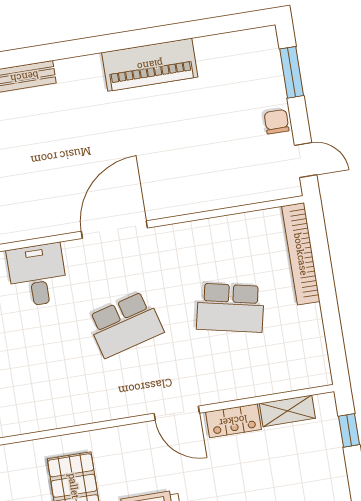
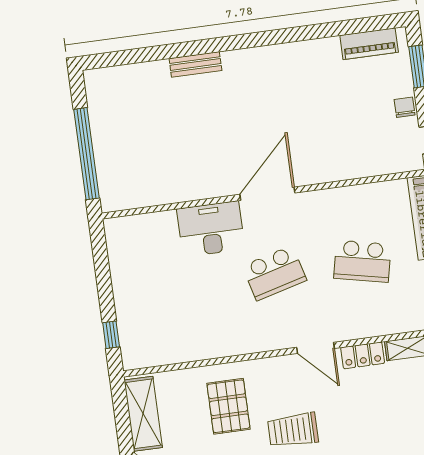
piano: (150, 65) -> (369, 44), moved, width x0.73, depth x0.75
desk: (37, 275) -> (211, 229), width x1.37

